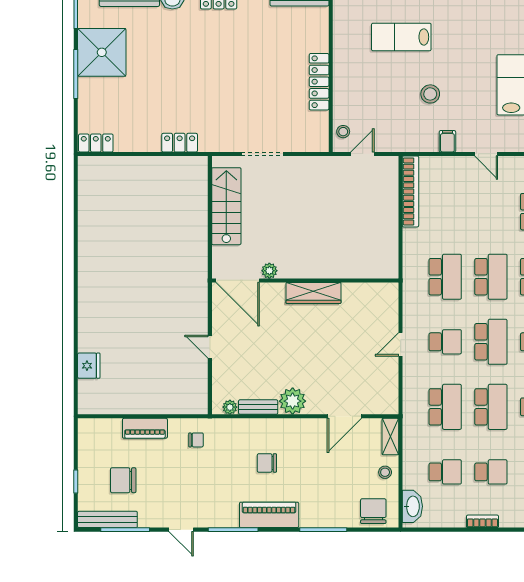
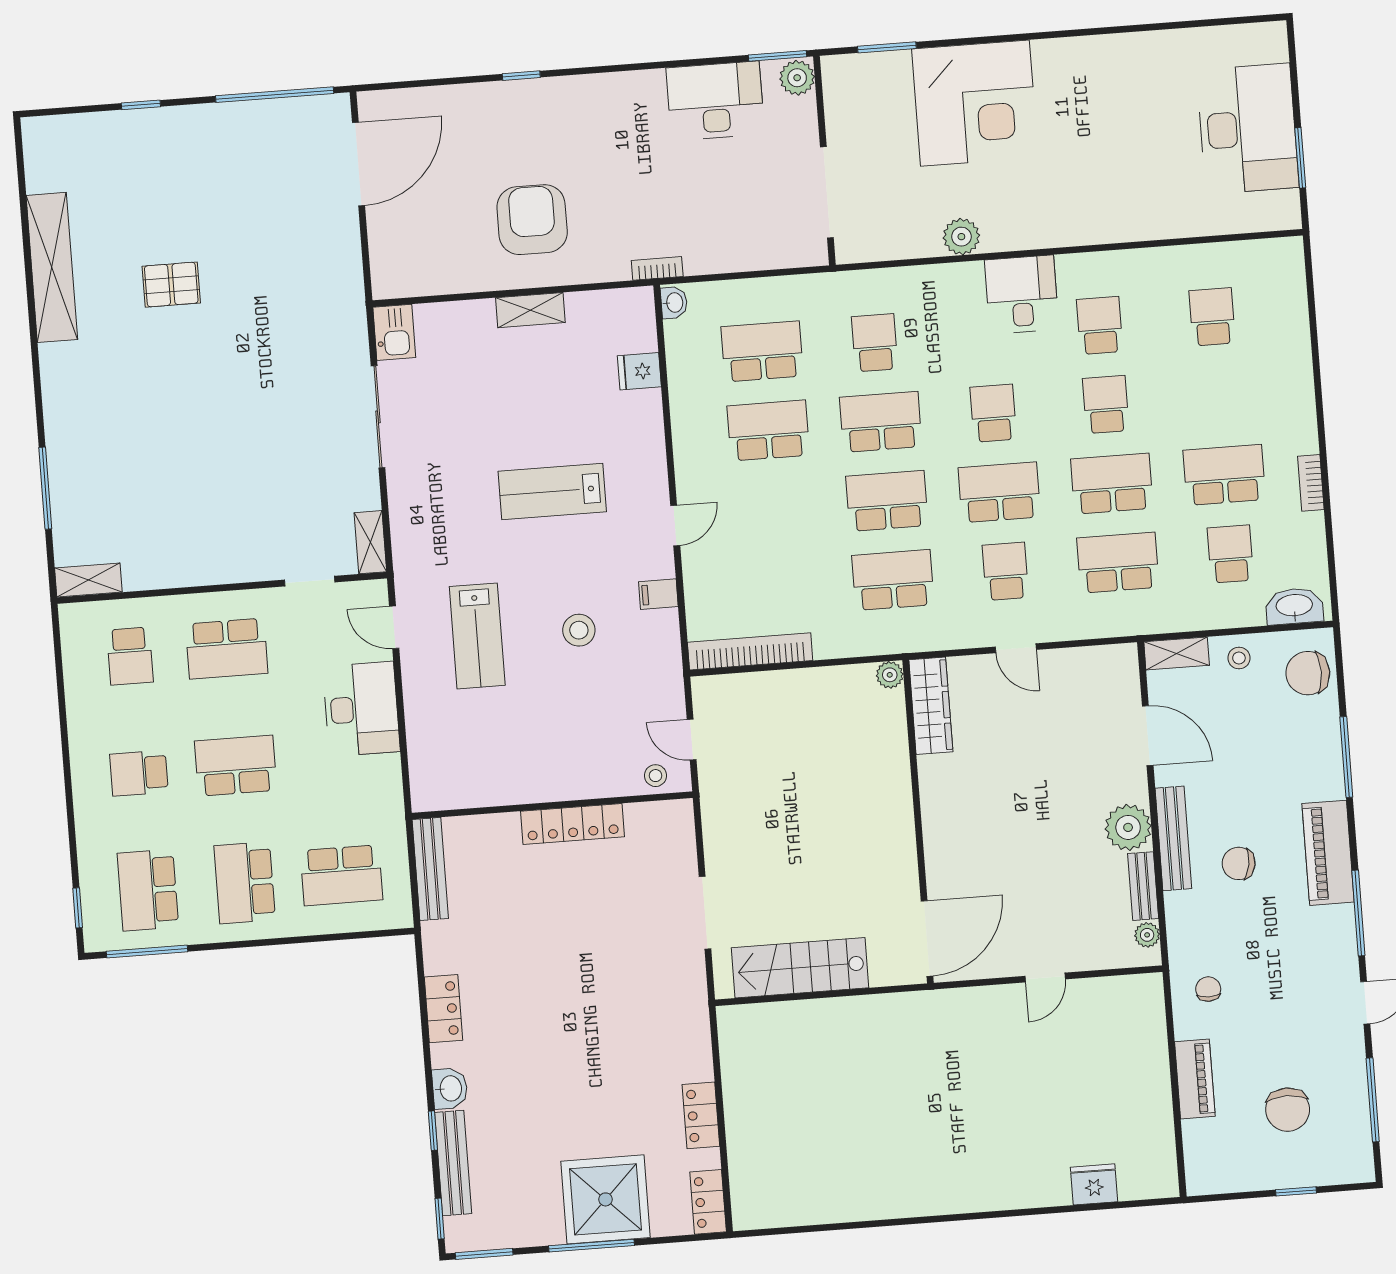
lab bench: (401, 37) -> (477, 636), moved
shower: (102, 52) -> (606, 1199), moved
locker: (180, 143) -> (701, 1115), moved
plant: (269, 271) -> (890, 675), moved
wardrobe: (313, 293) -> (931, 706), moved
chair: (267, 463) -> (1239, 863), turned 99
school desk: (491, 472) -> (1224, 475), width x1.85
bench: (107, 519) -> (1173, 838), moved

